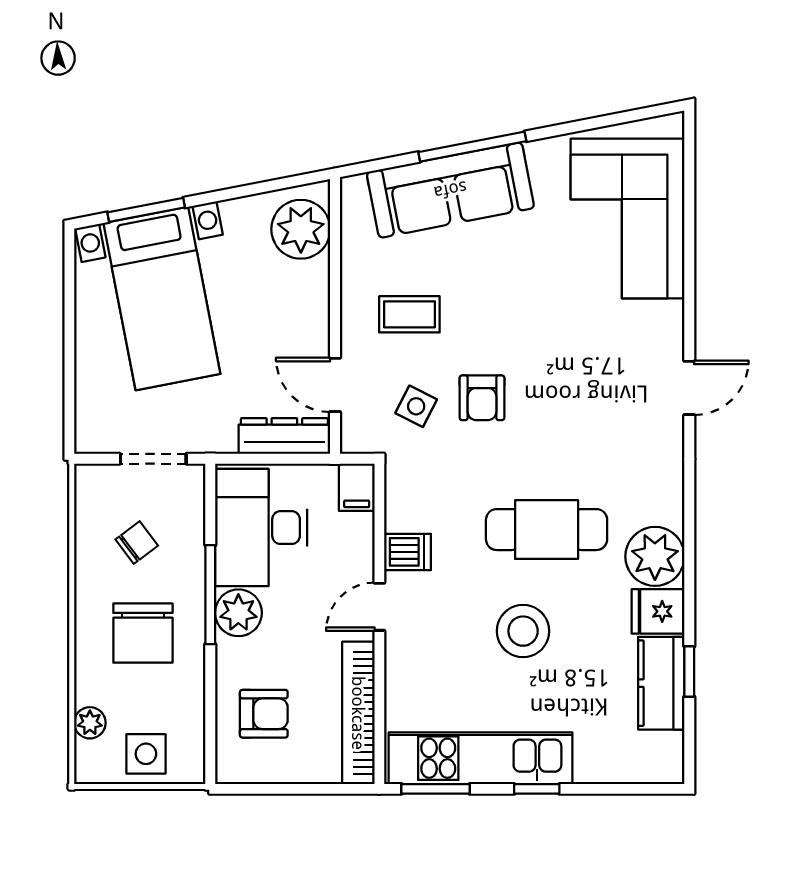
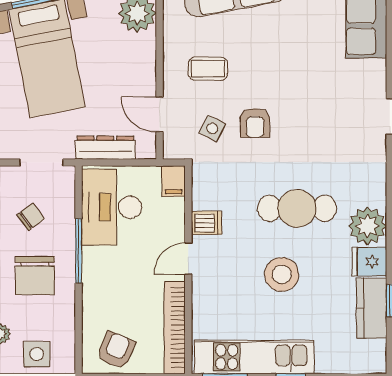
dresser: (284, 436) -> (105, 148), moved
plant: (238, 613) -> (97, 262), removed
armchair: (264, 714) -> (116, 350), moved, turned -67

